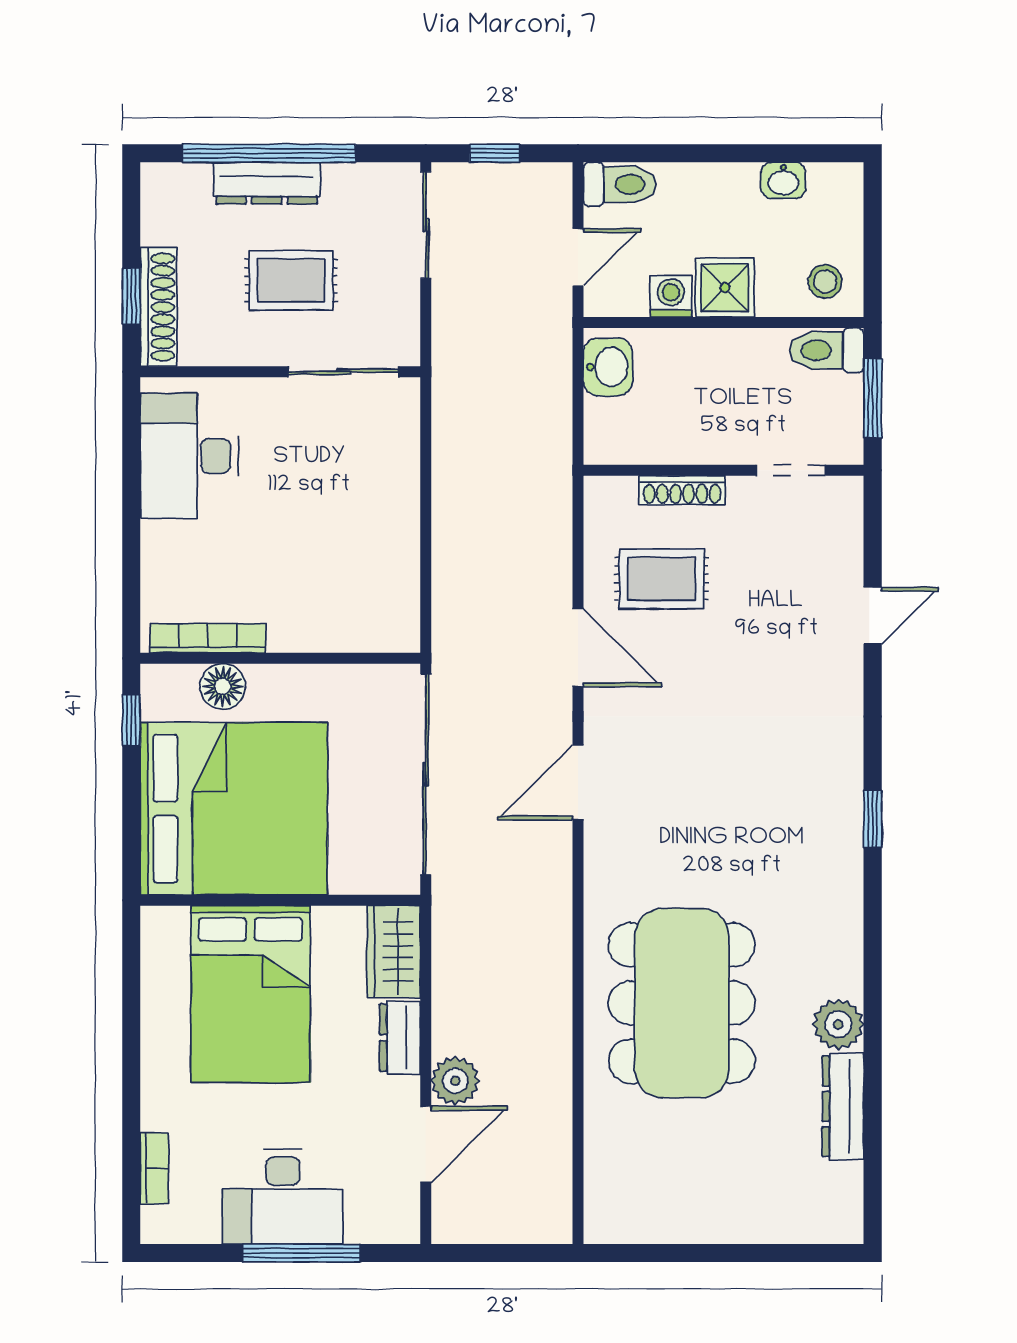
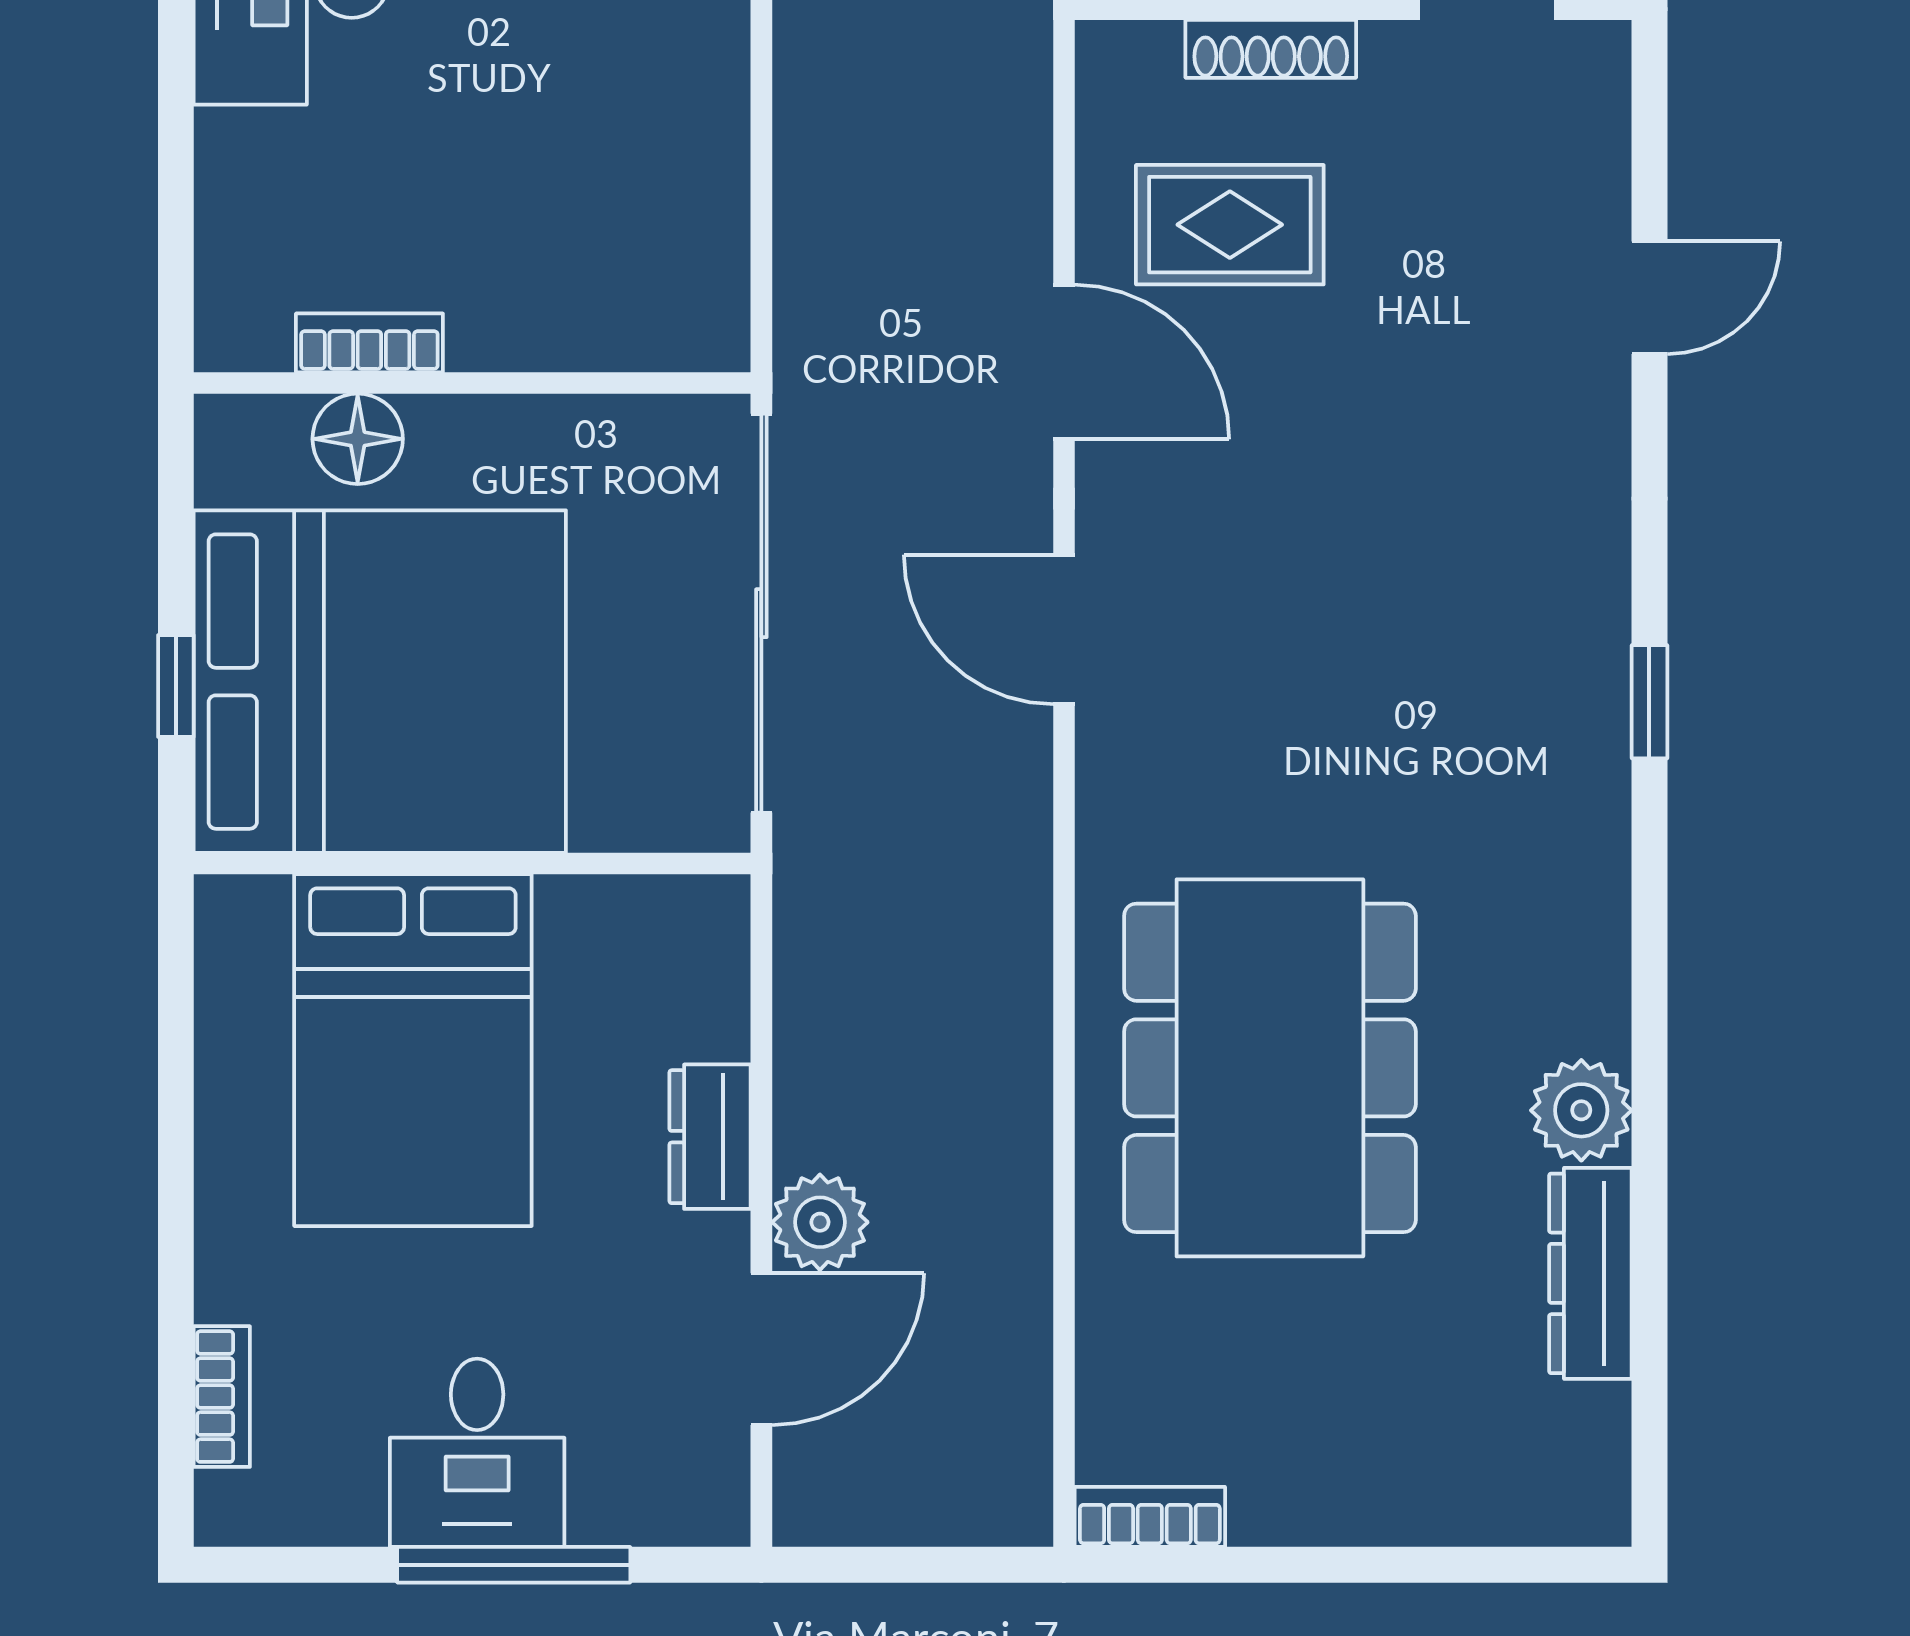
bookcase: (208, 638) -> (369, 343), width x0.64
window: (131, 720) -> (176, 686), moved
door: (578, 782) -> (1064, 629), hinge flipped
wardrobe: (394, 952) -> (698, 966), removed
desk: (283, 1197) -> (477, 1453), width x0.73
bookcase: (621, 1229) -> (1150, 1517), added

